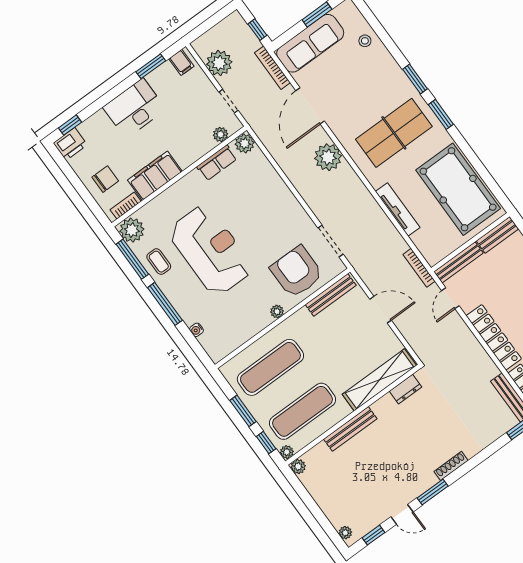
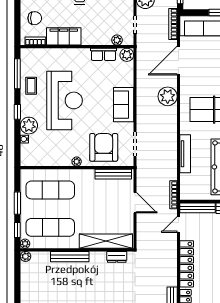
sofa: (283, 205) -> (124, 105), added
plant: (132, 230) -> (29, 126), moved
window: (165, 304) -> (17, 112), width x0.46

